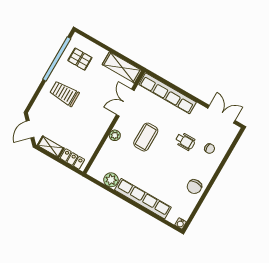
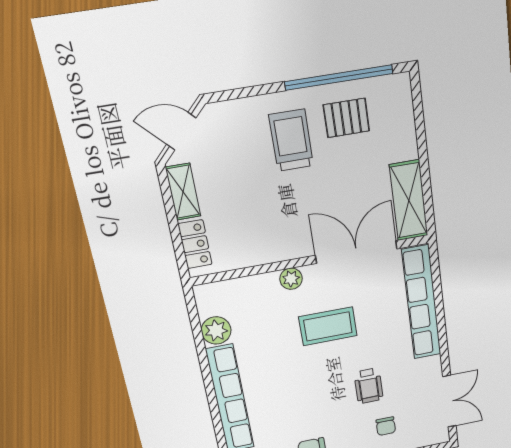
pallet: (80, 59) -> (346, 118), moved, turned 90
double door: (125, 103) -> (356, 252), width x1.37

